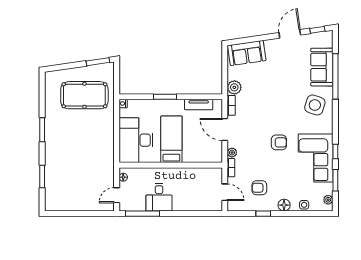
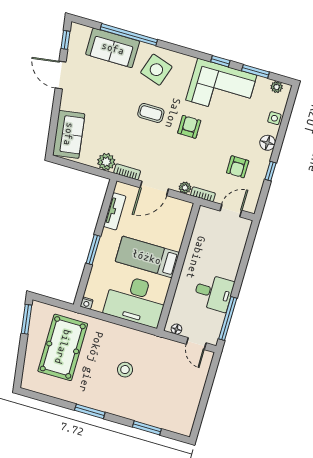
coffee table: (281, 110) -> (151, 113), added
stool: (81, 147) -> (125, 370), added

